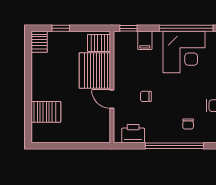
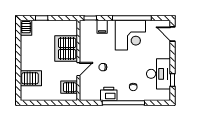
server rack: (99, 43) -> (69, 87), moved
door: (112, 99) -> (78, 69), swing flipped
printer: (133, 134) -> (109, 94), moved

